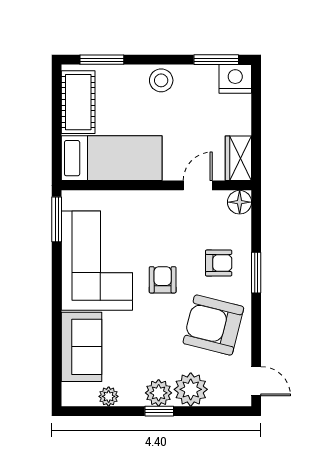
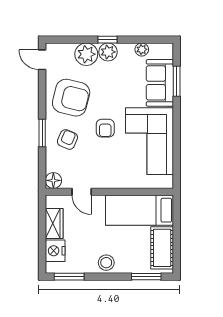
nightstand: (235, 79) -> (55, 251), moved, turned 90
wardrobe: (238, 158) -> (54, 223), moved
door: (198, 185) -> (82, 192), hinge flipped
window: (57, 219) -> (177, 81), moved
armchair: (219, 263) -> (67, 139), turned 113

